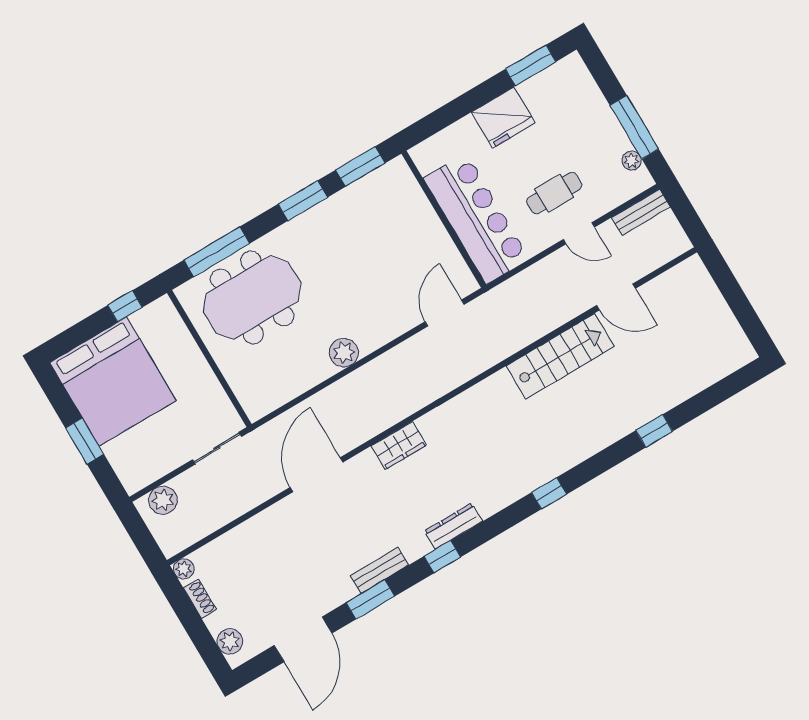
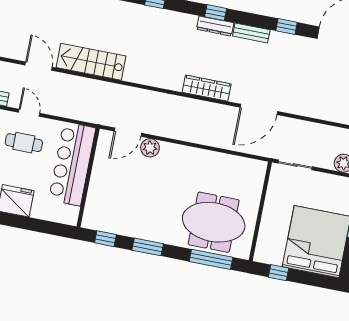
window: (360, 166) -> (105, 239), width x0.67
plant: (344, 353) -> (150, 148), moved
wardrobe: (399, 445) -> (207, 88), width x1.50
window: (442, 557) -> (216, 13), moved
bench: (379, 570) -> (251, 33), moved
window: (370, 599) -> (286, 26), width x0.67

